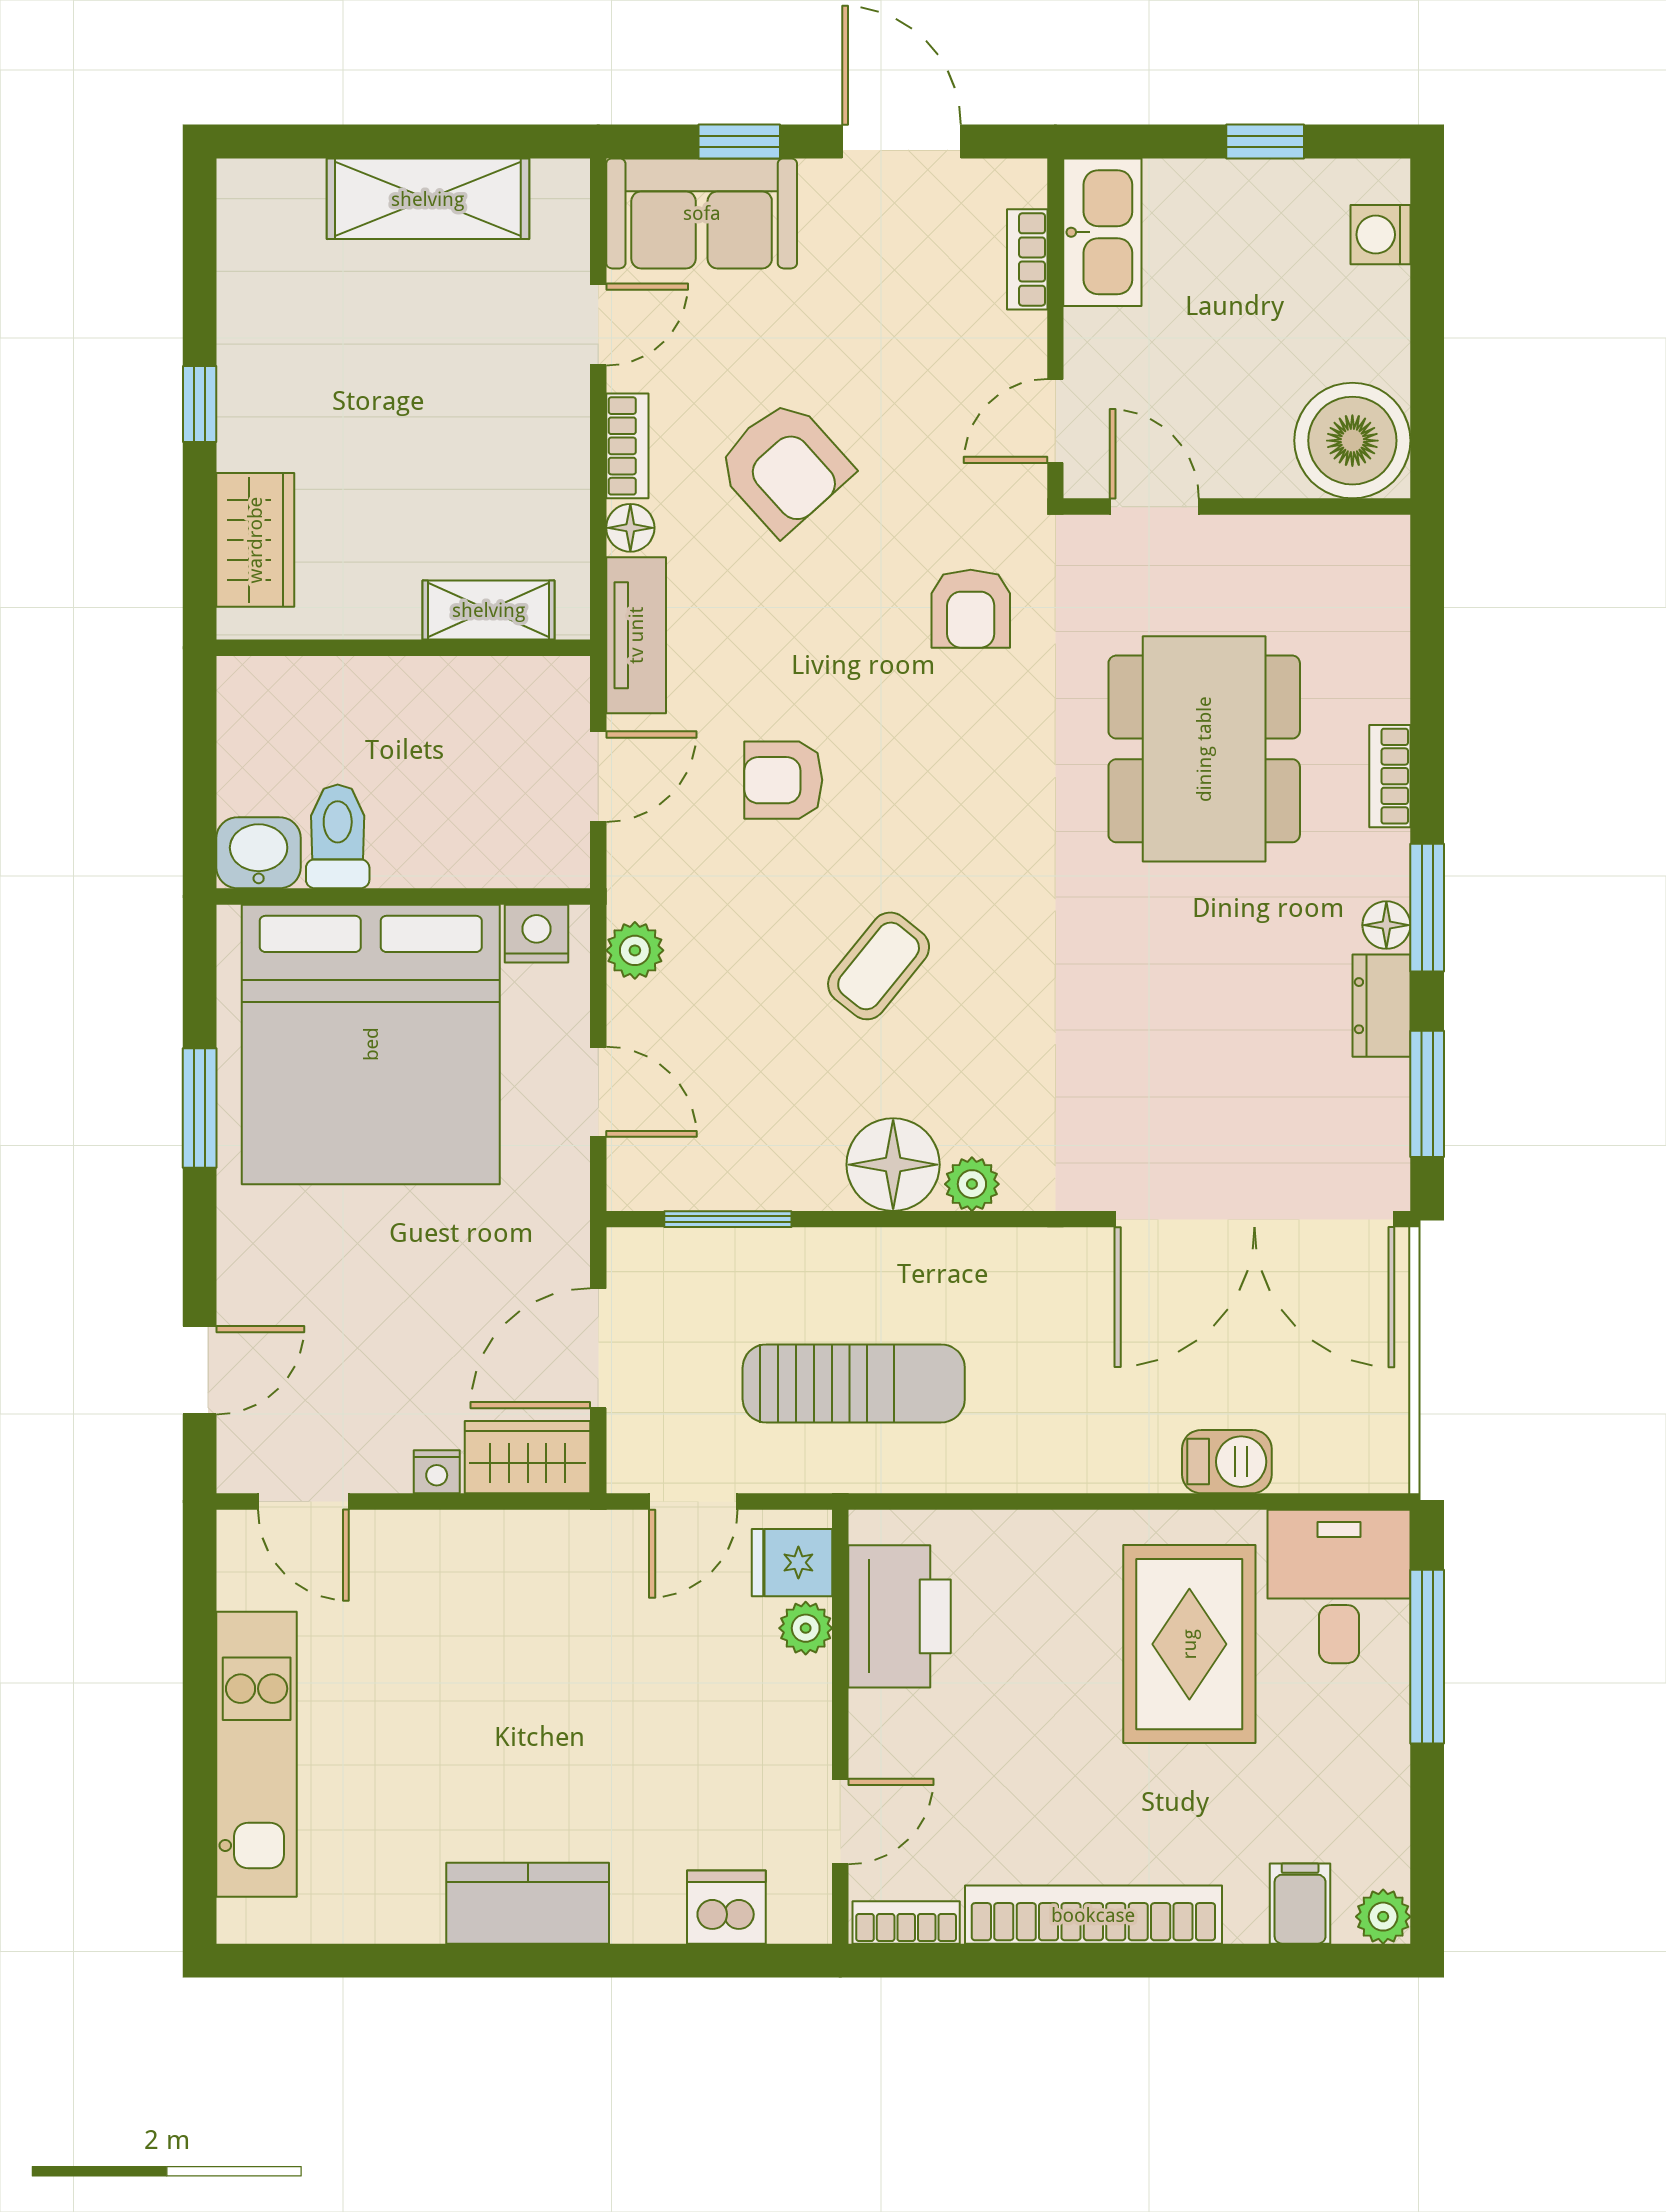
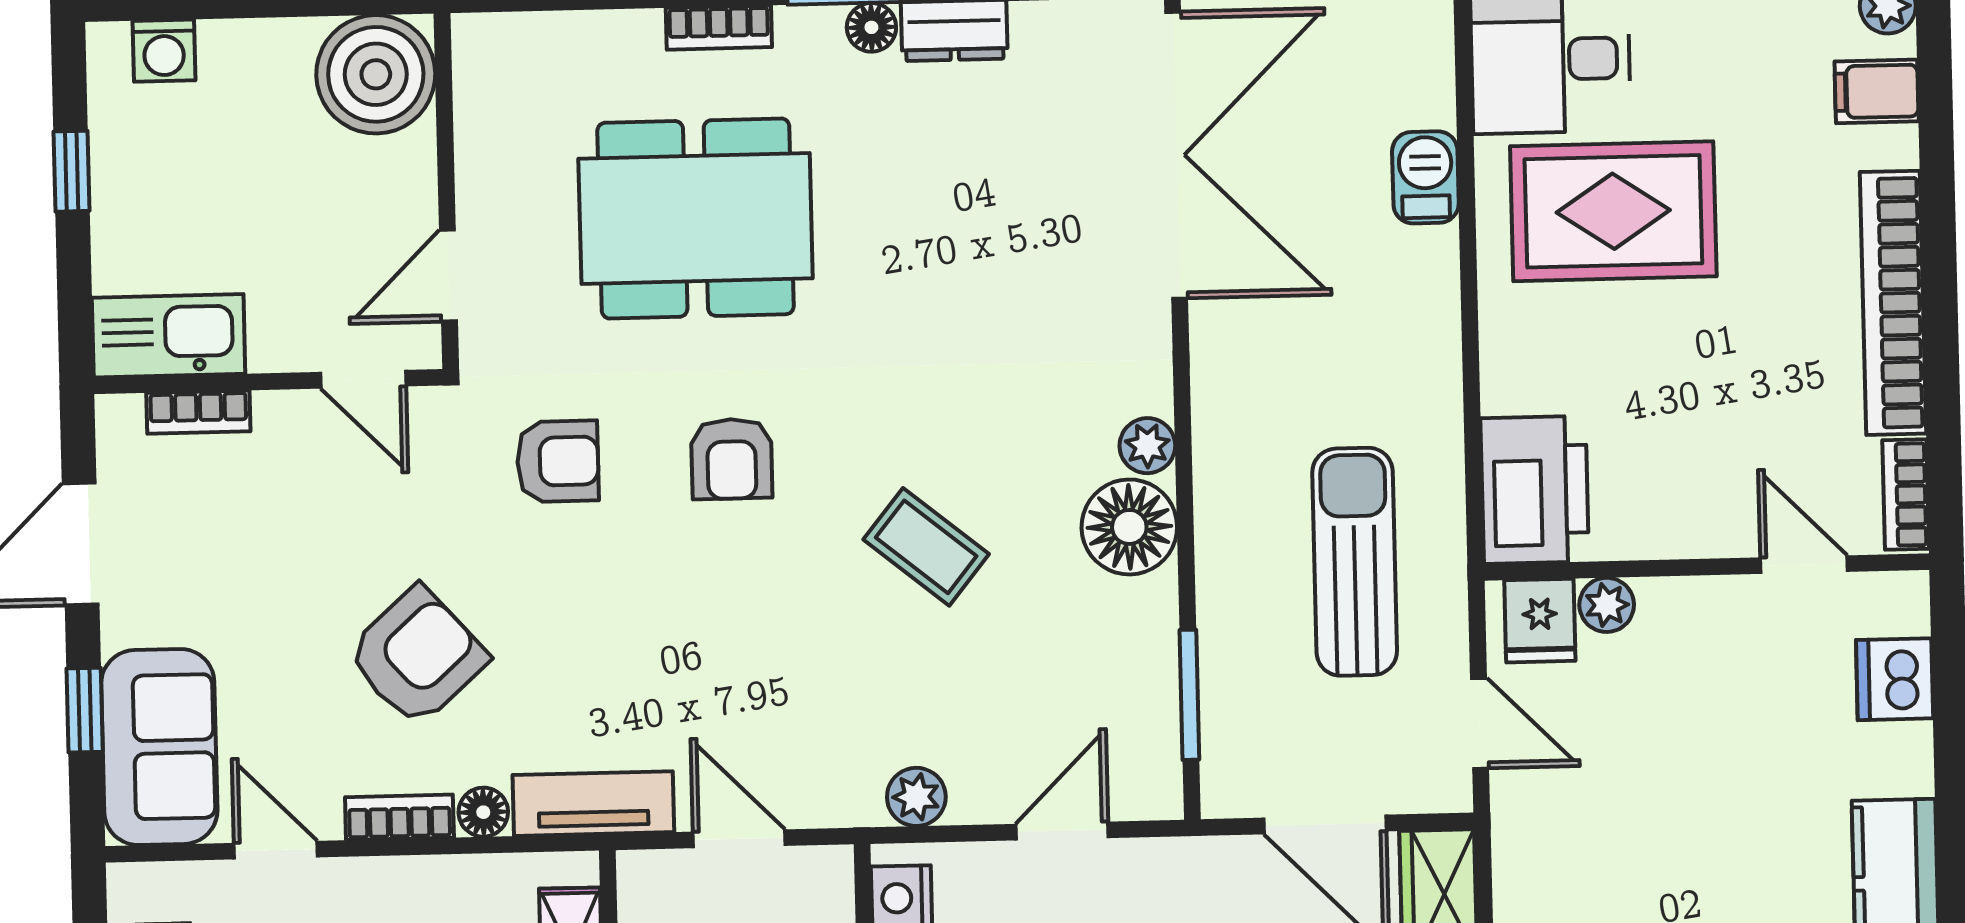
armchair: (783, 780) -> (732, 459), moved
printer: (900, 1616) -> (1535, 490), moved, turned 90

